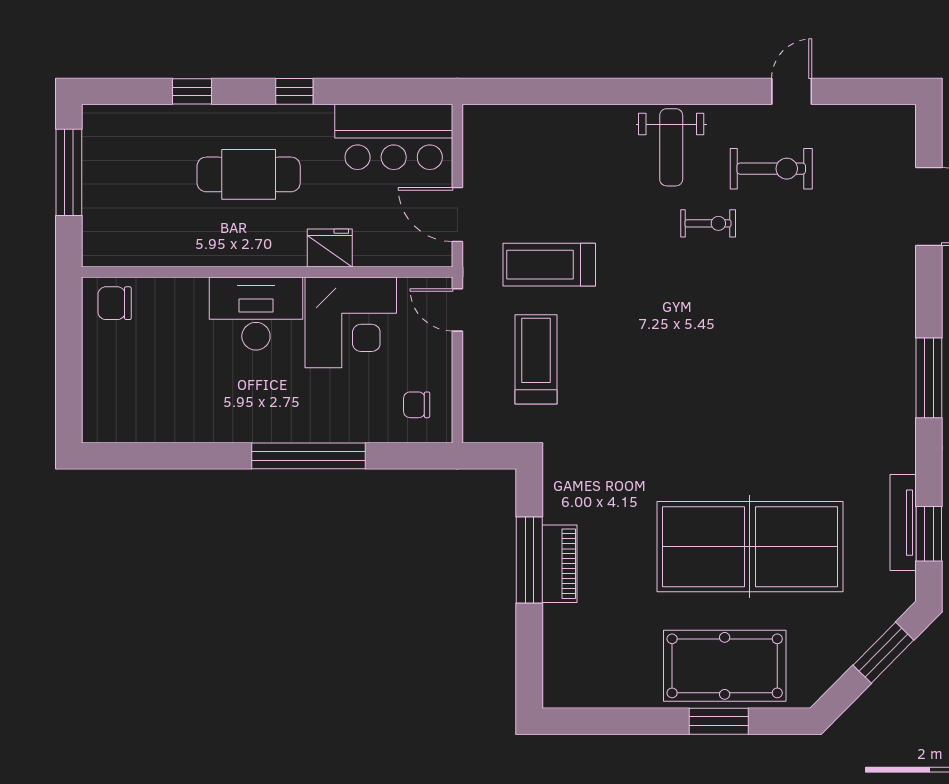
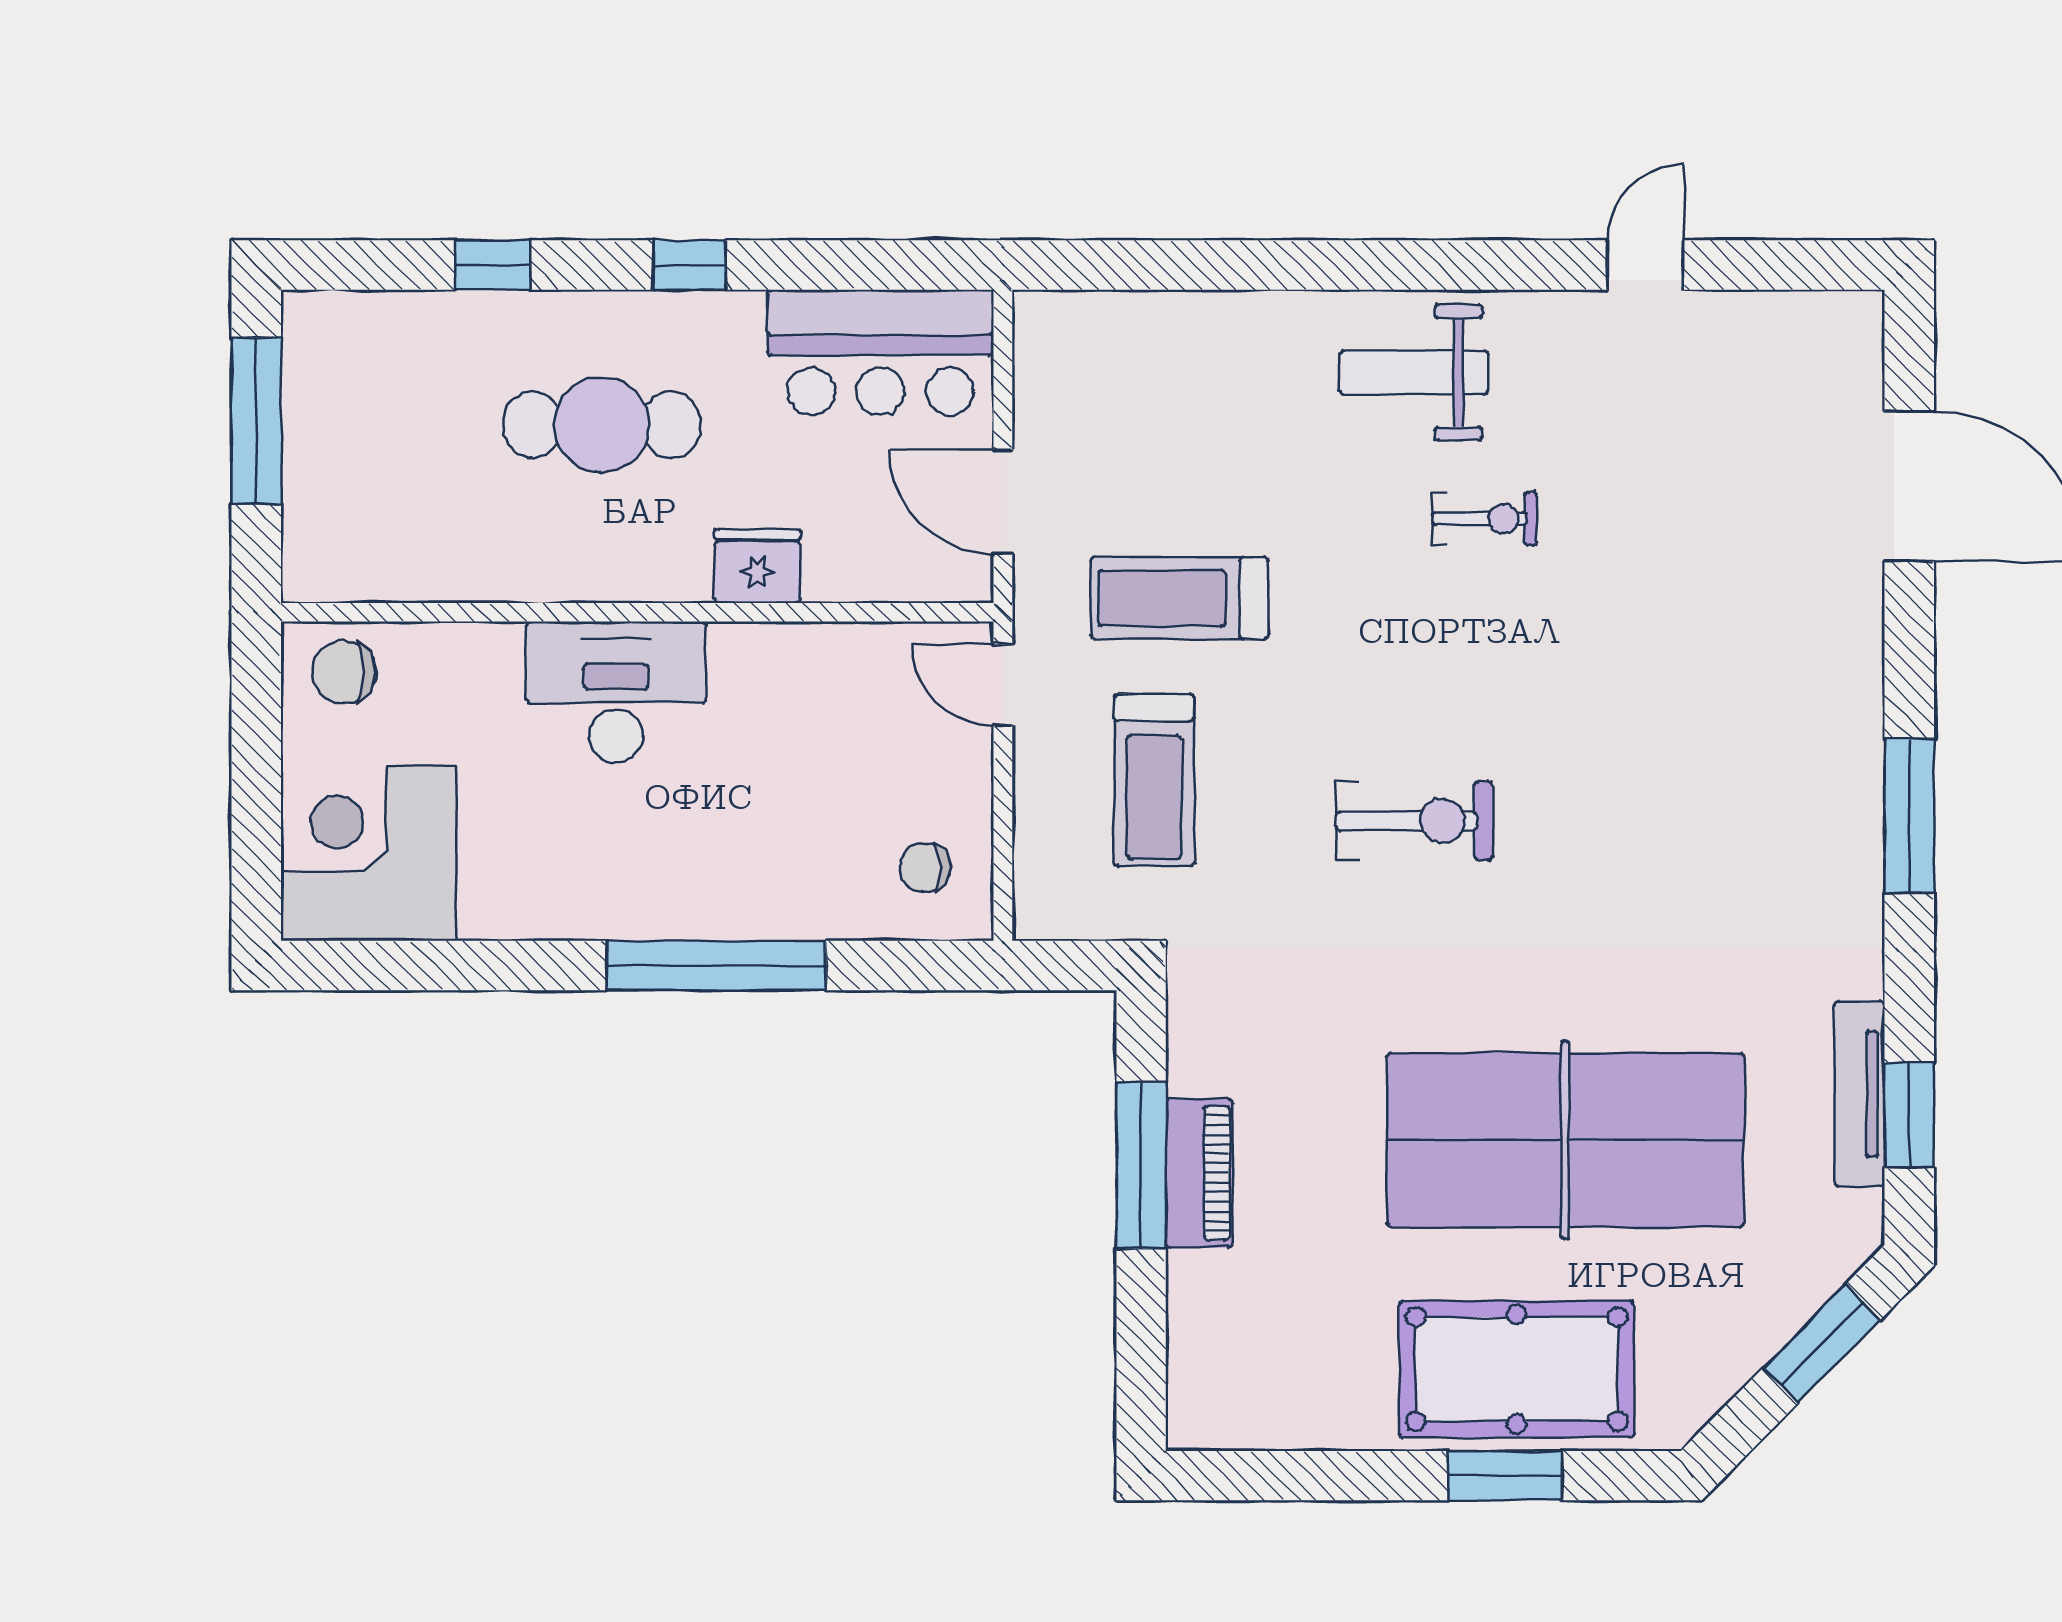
weight bench: (671, 147) -> (1414, 373), turned 90
exercise bike: (771, 169) -> (1414, 821), moved
corner desk: (351, 322) -> (368, 853), moved, turned 180
treadmill: (536, 359) -> (1154, 780), turned 180

